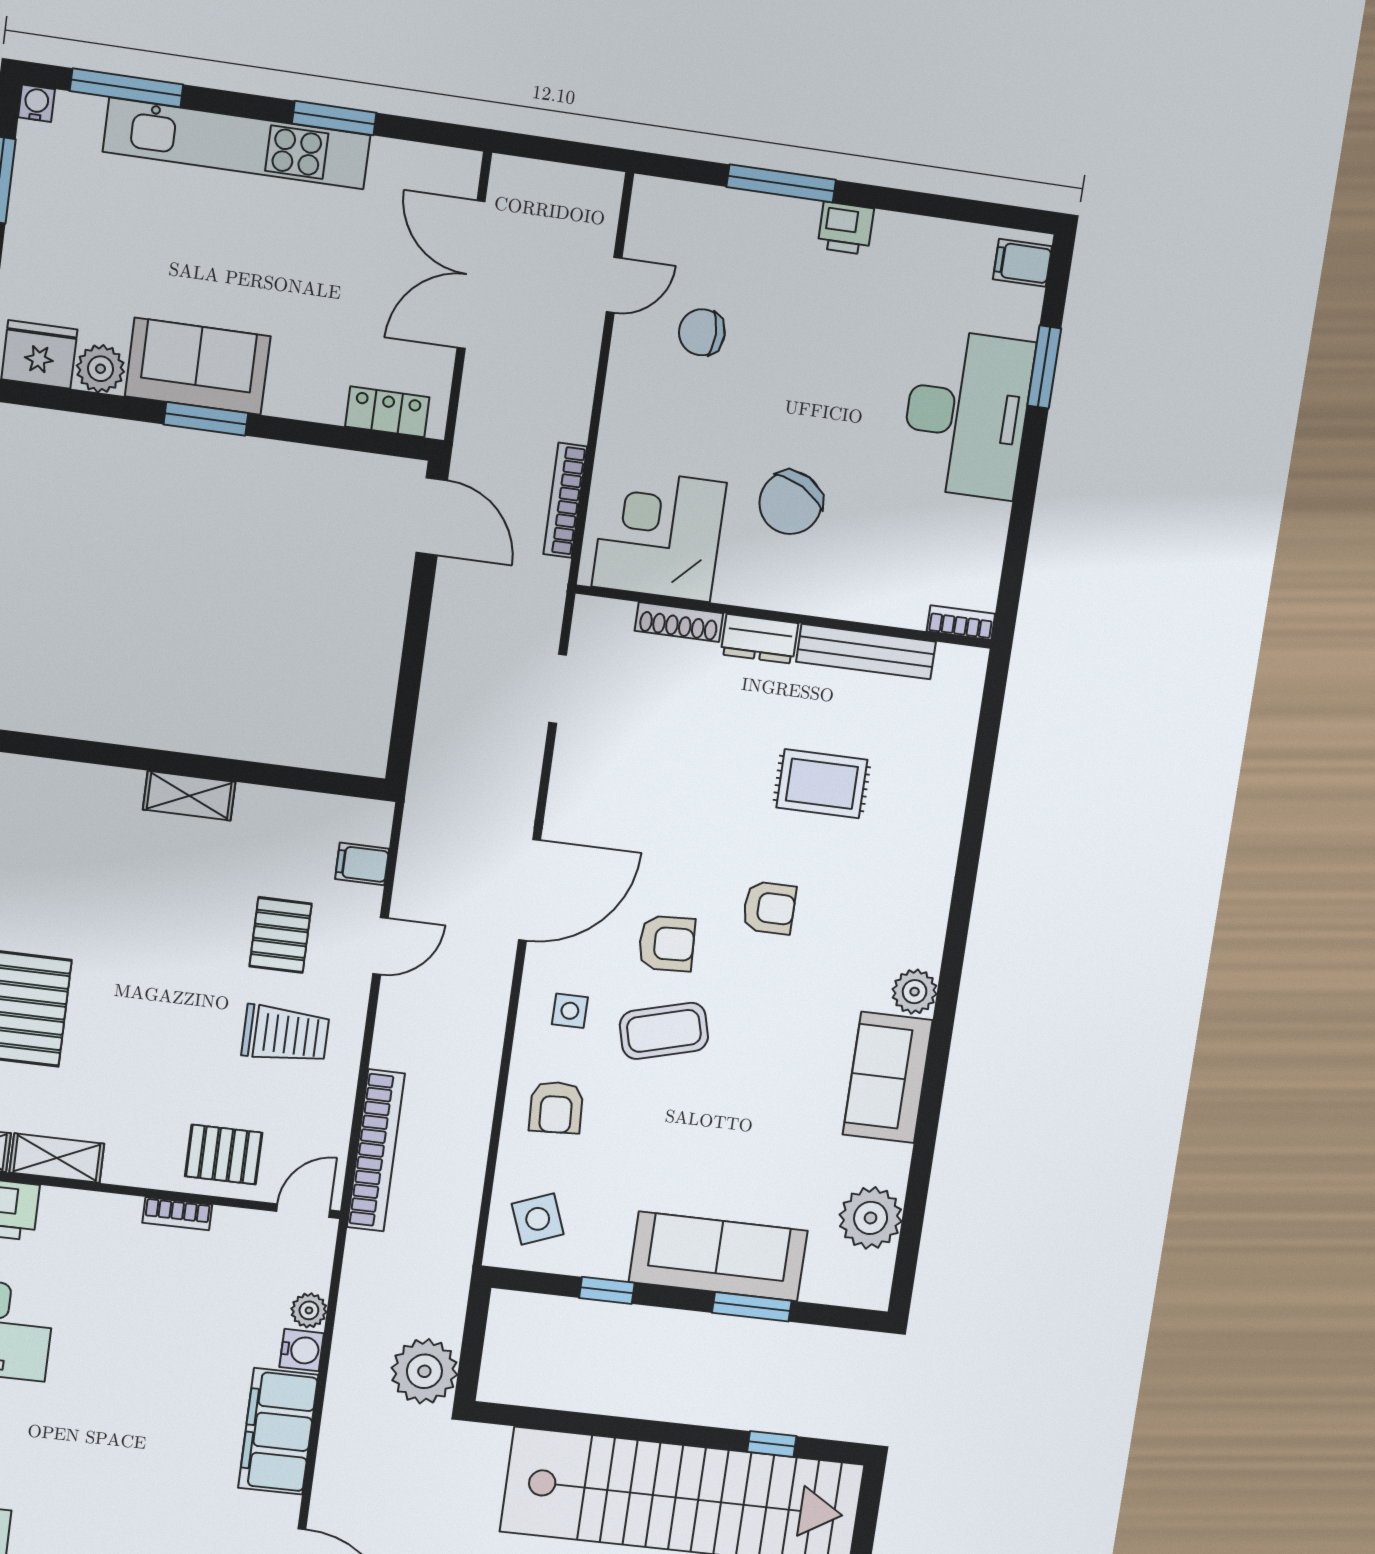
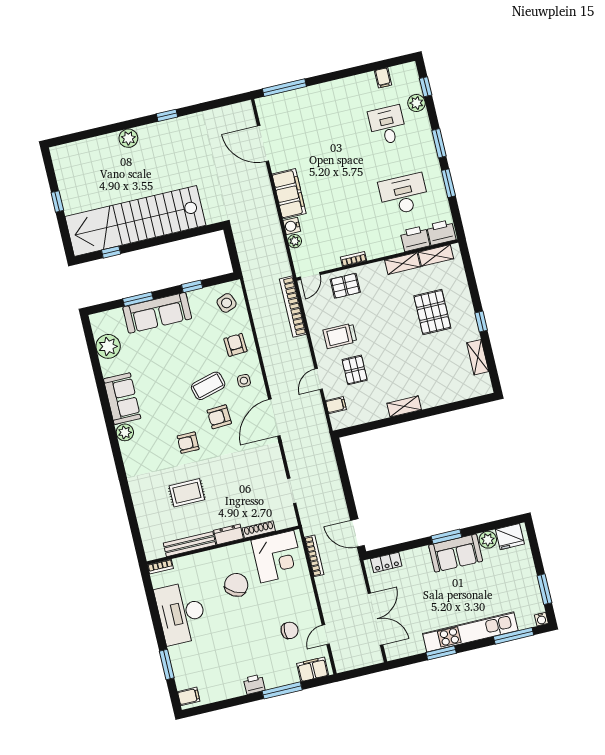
filing cabinet: (682, 207) -> (313, 669), added
desk: (967, 414) -> (181, 613), moved
plant: (424, 1371) -> (246, 234), removed

